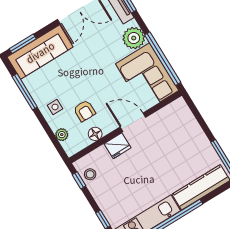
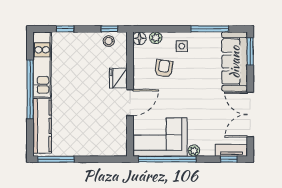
plant: (134, 38) -> (194, 151), width x0.53, depth x0.53
armchair: (84, 111) -> (164, 68), turned 98
floor lamp: (95, 134) -> (139, 38), moved

